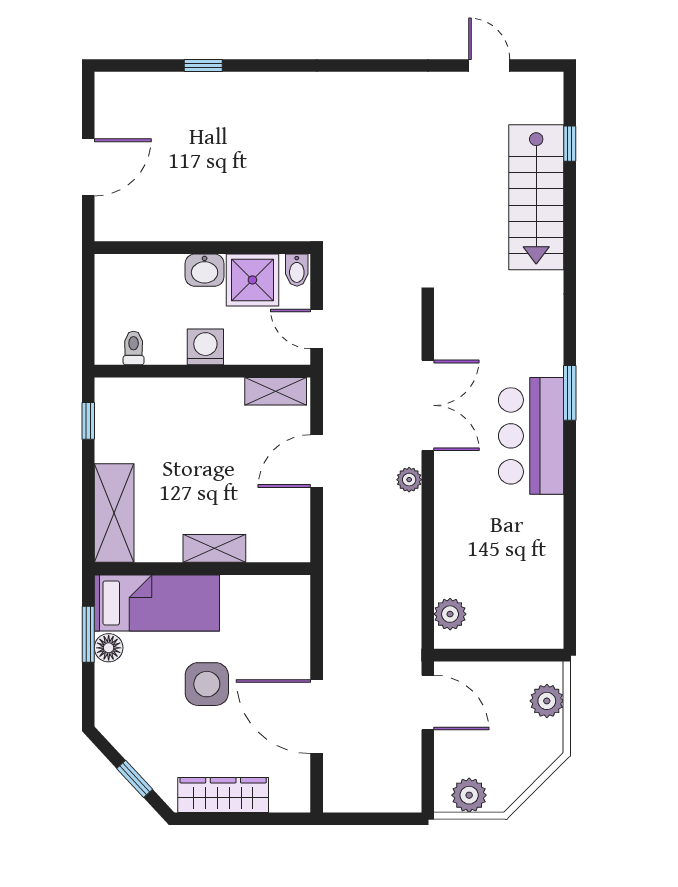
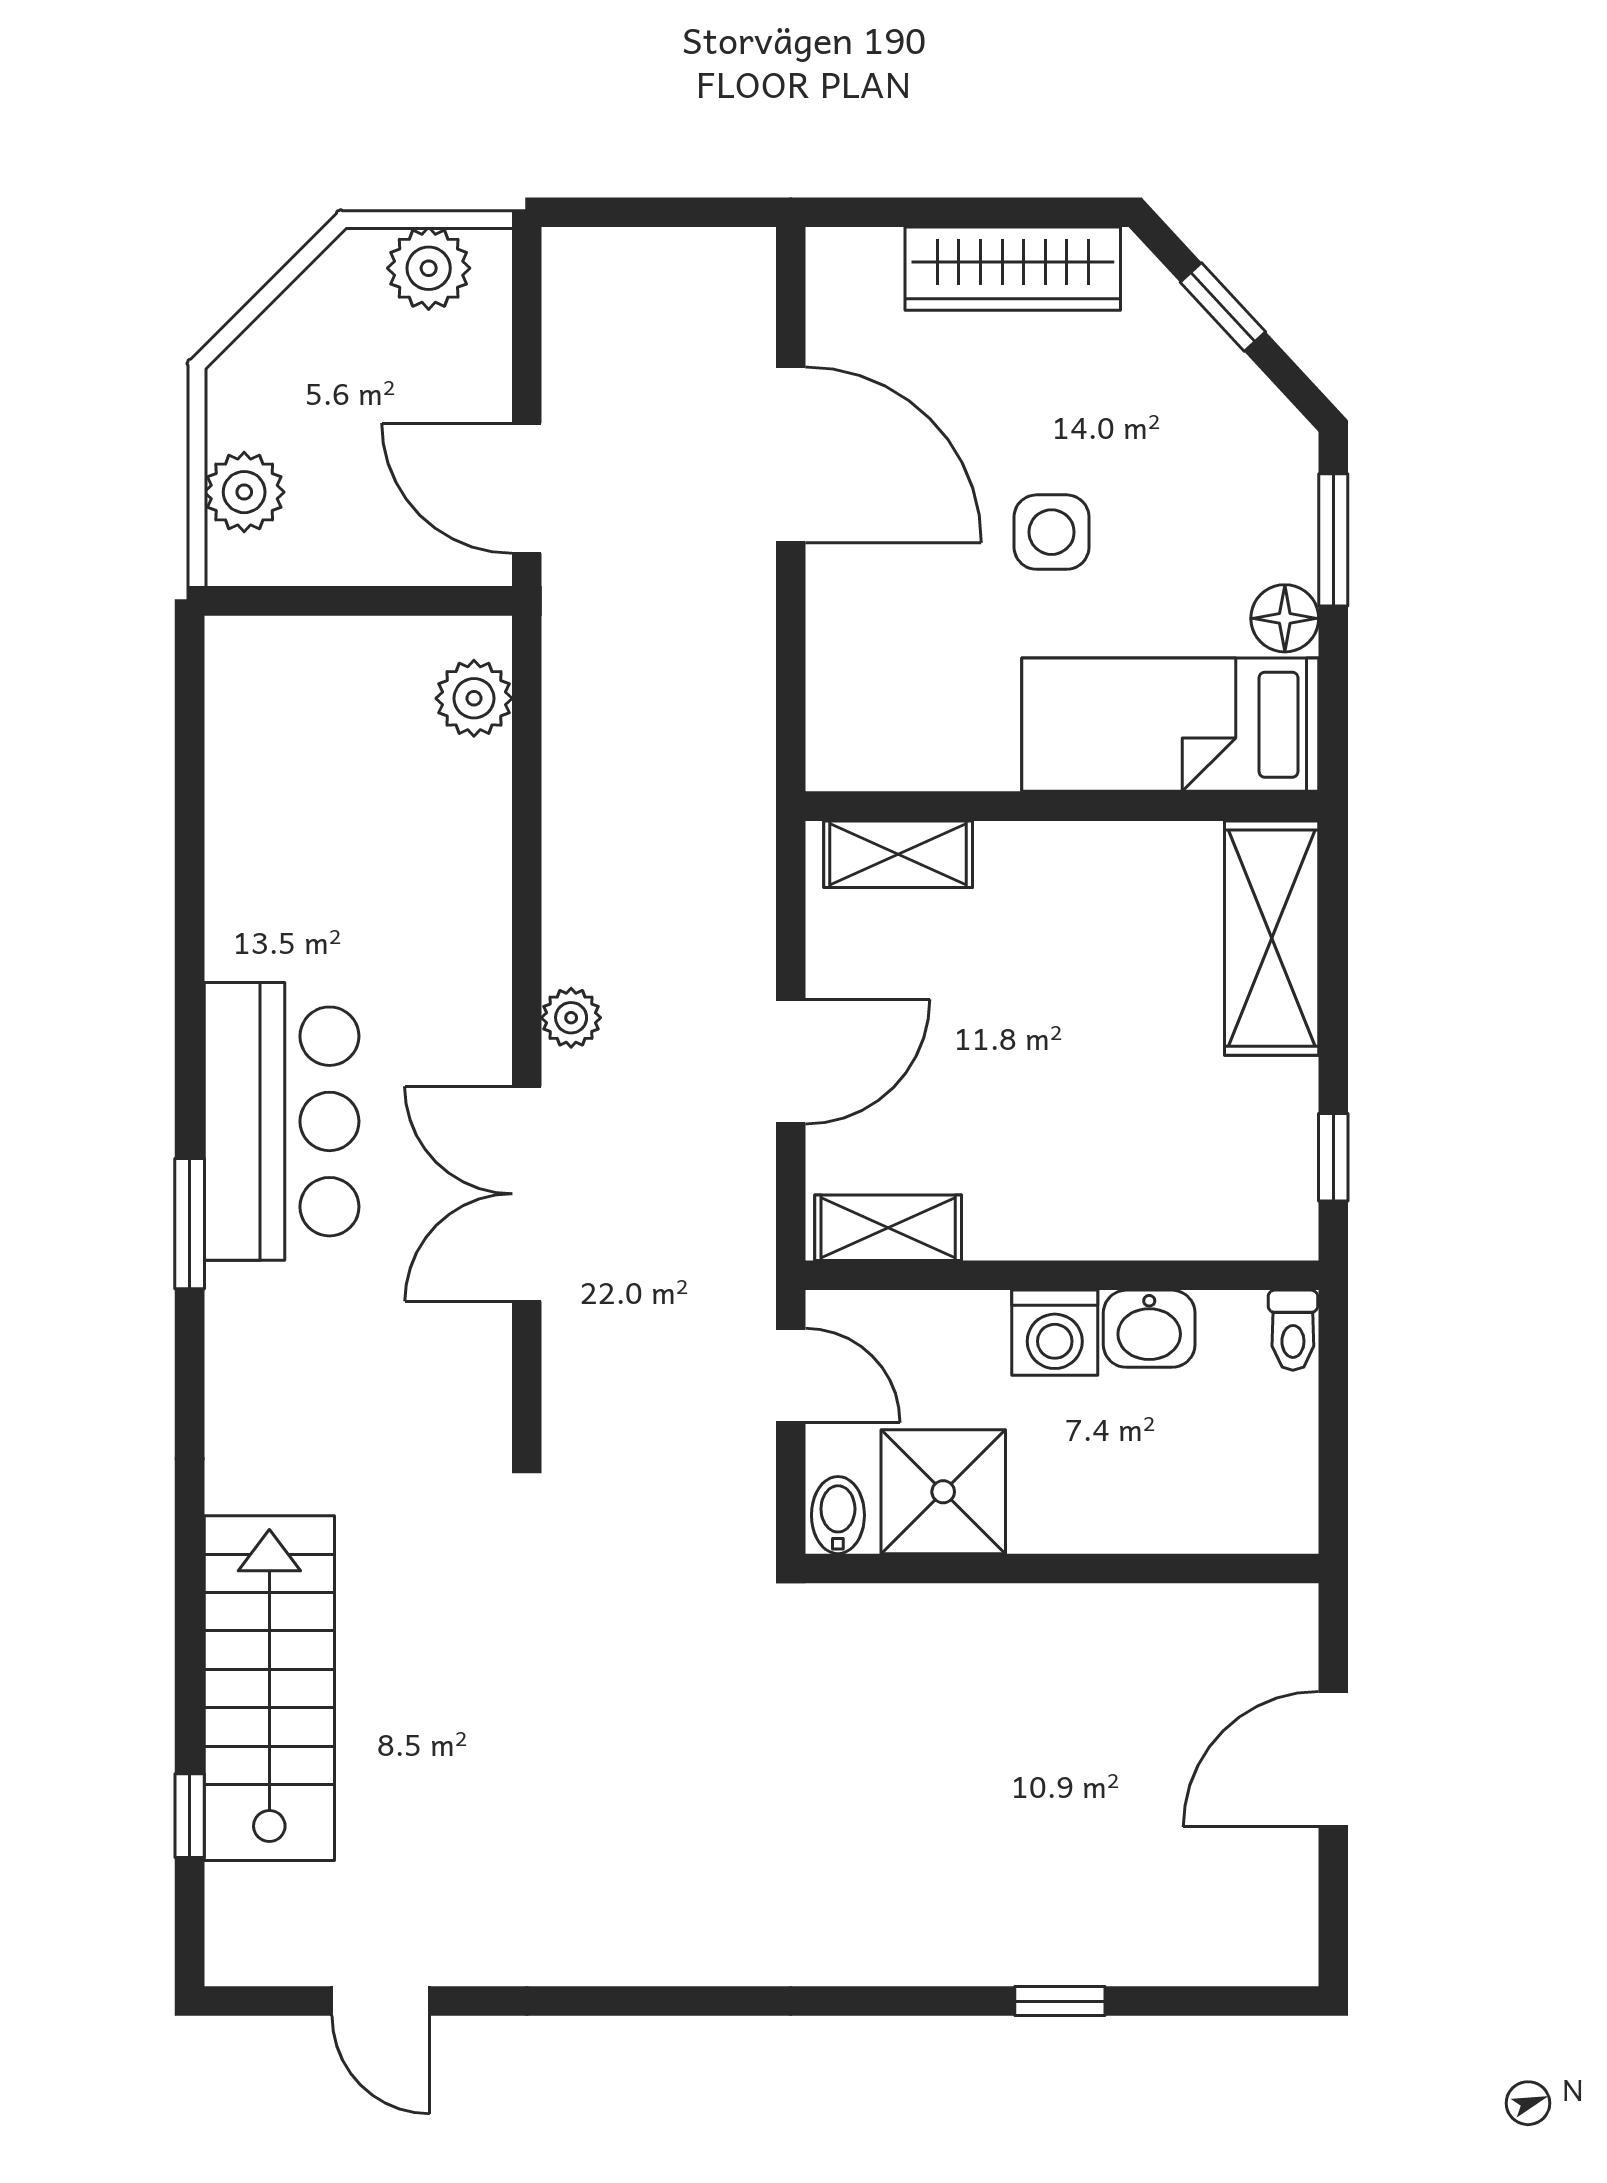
washbasin: (205, 270) -> (1149, 1329), moved, turned 180
toilet: (134, 348) -> (1293, 1330), moved
shelving: (214, 548) -> (898, 854), moved
window: (88, 634) -> (1333, 540), moved
side table: (207, 684) -> (1052, 532), width x0.73, depth x0.73

